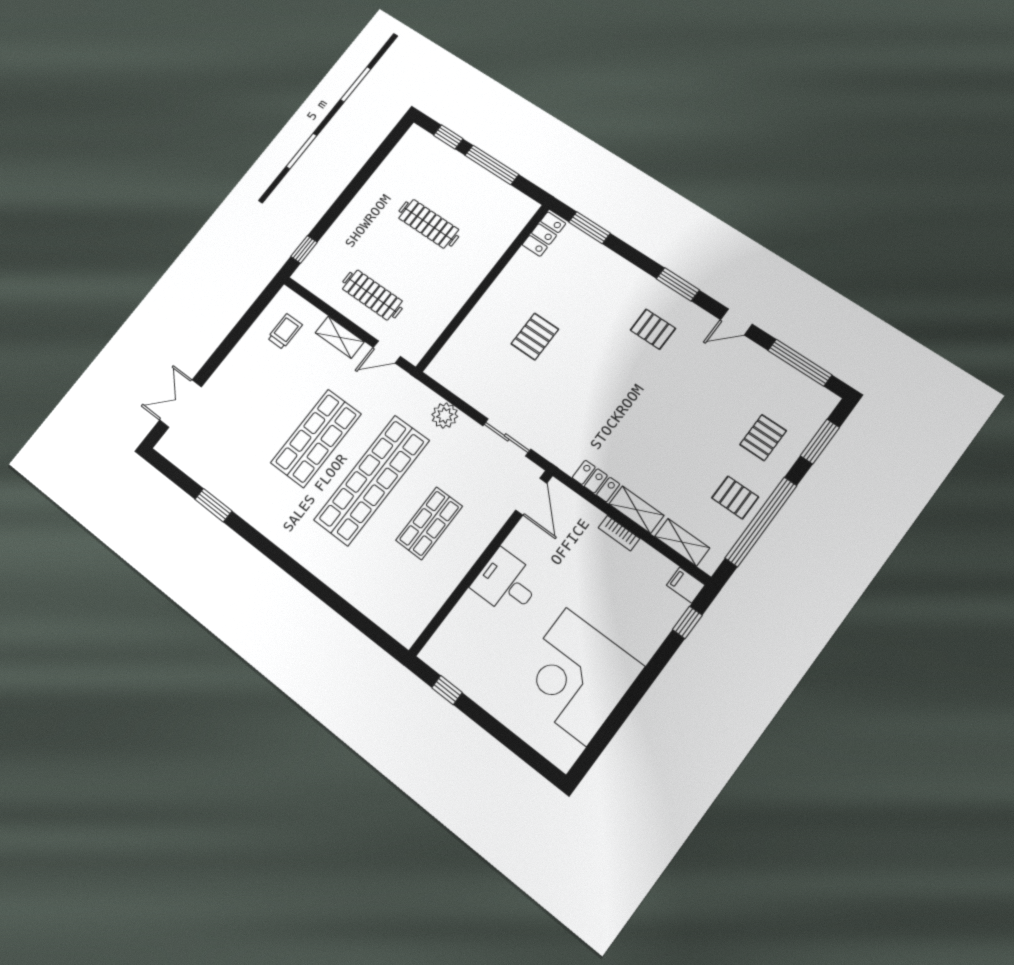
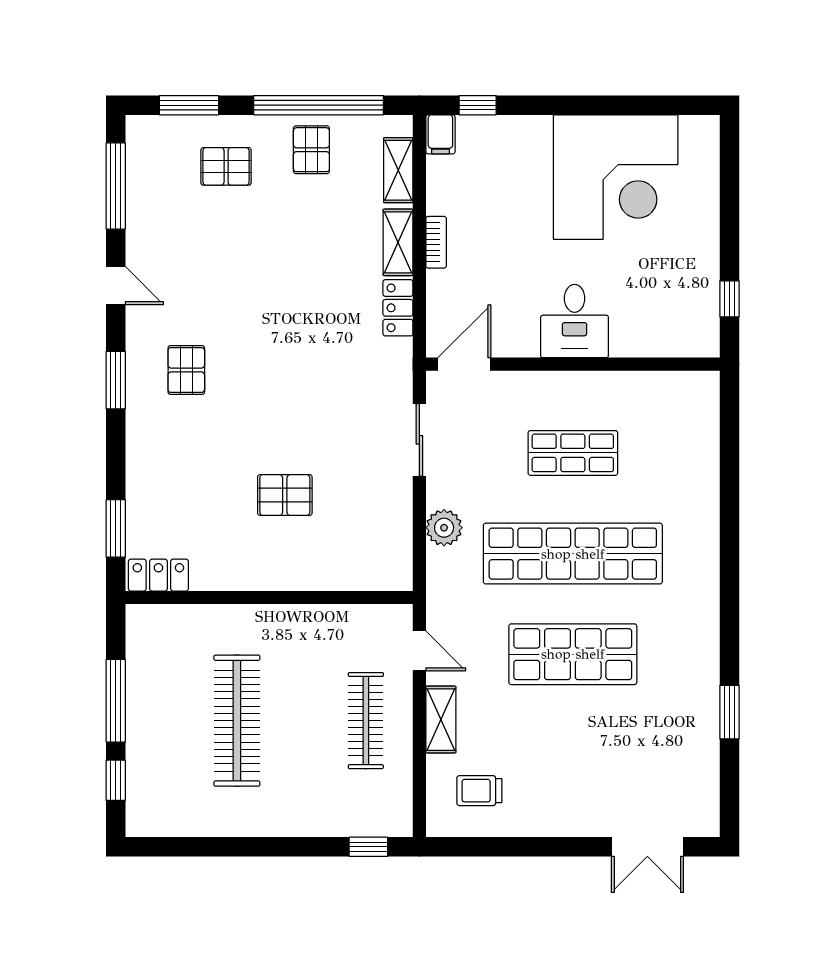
clothes rail: (429, 224) -> (237, 721), width x1.37, depth x1.31

